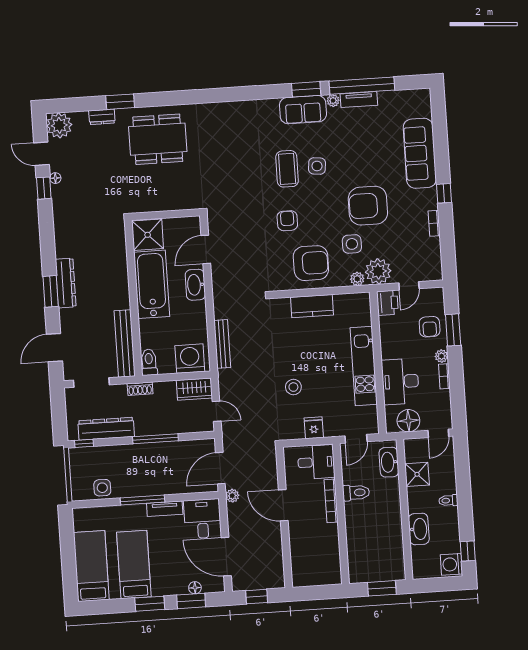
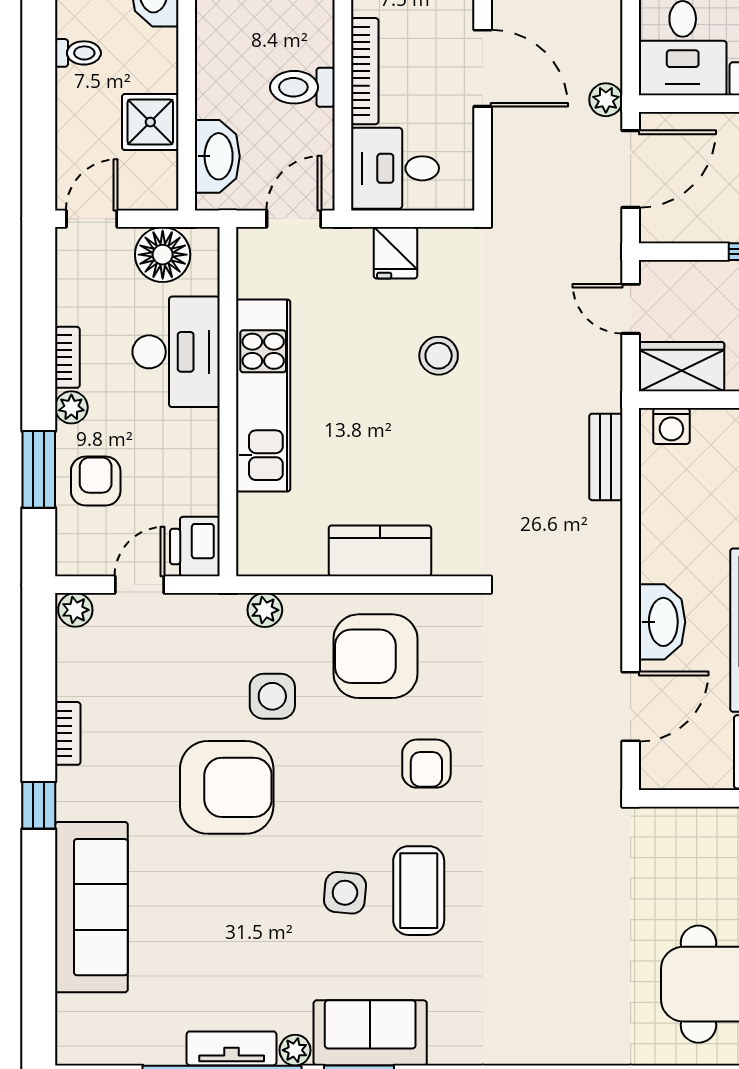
plant: (378, 271) -> (75, 610), moved, width x0.53, depth x0.53
bench: (222, 344) -> (606, 457), width x0.73
washing machine: (190, 359) -> (671, 426), width x0.53, depth x0.53

